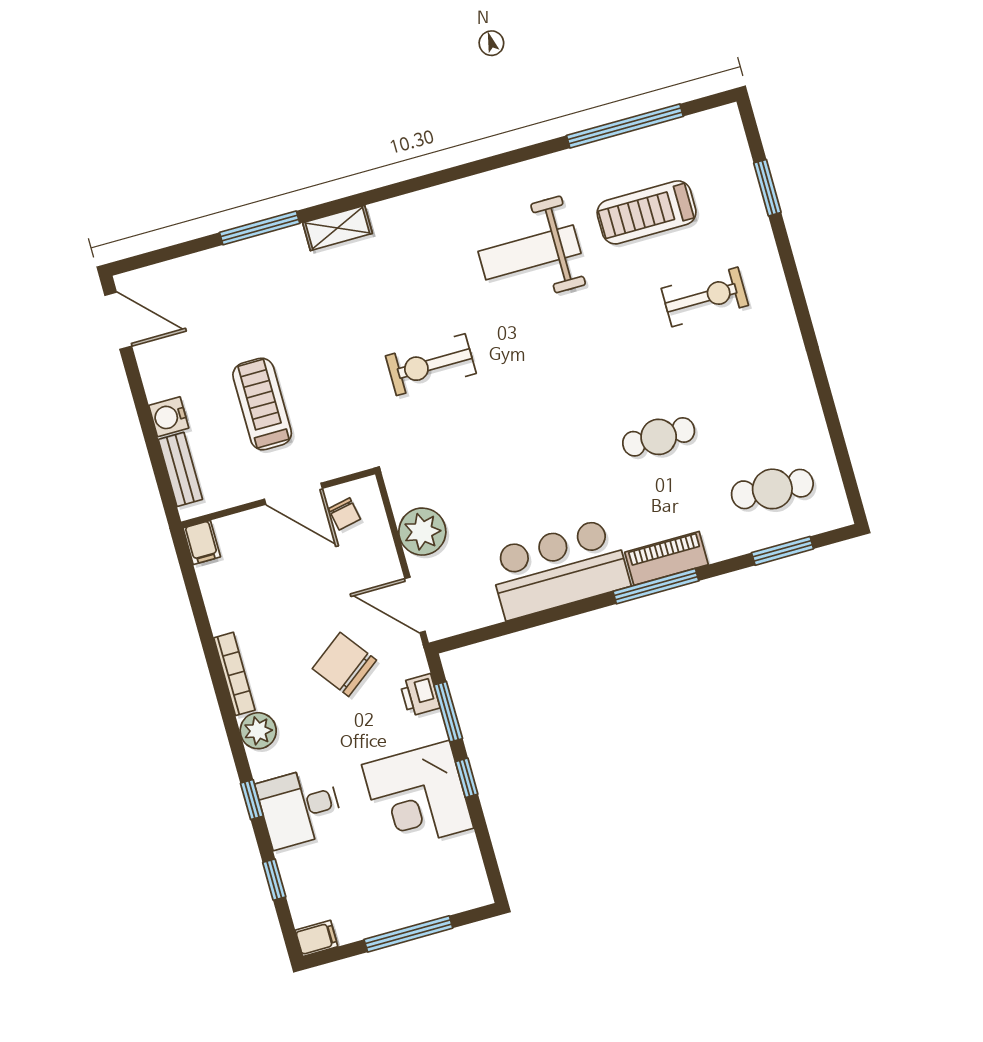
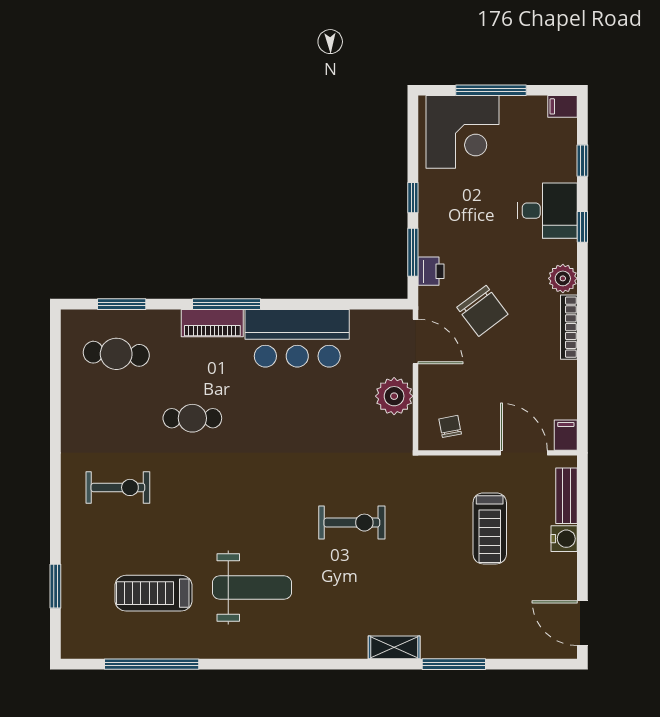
treadmill: (647, 212) -> (153, 593), turned 180
exercise bike: (705, 297) -> (118, 487), moved, turned 180
door: (293, 494) -> (524, 453), moved
corner desk: (418, 796) -> (463, 132), moved, turned 90

